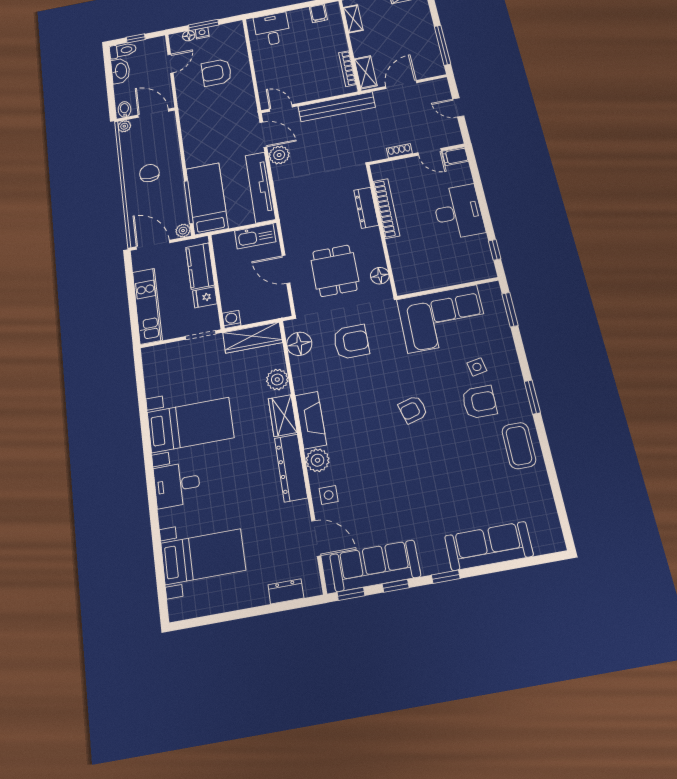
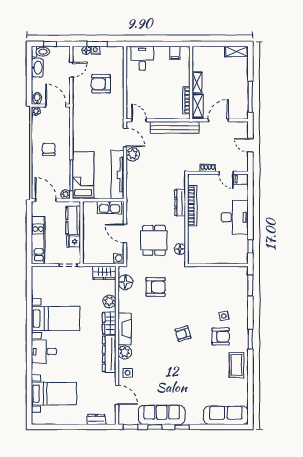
shelving: (353, 19) -> (197, 82), moved
washing machine: (231, 319) -> (119, 259), moved
corner sofa: (442, 319) -> (211, 283), removed
wardrobe: (253, 338) -> (104, 273), width x0.67
sofa: (489, 546) -> (226, 415), moved
sofa: (375, 566) -> (162, 415), moved

